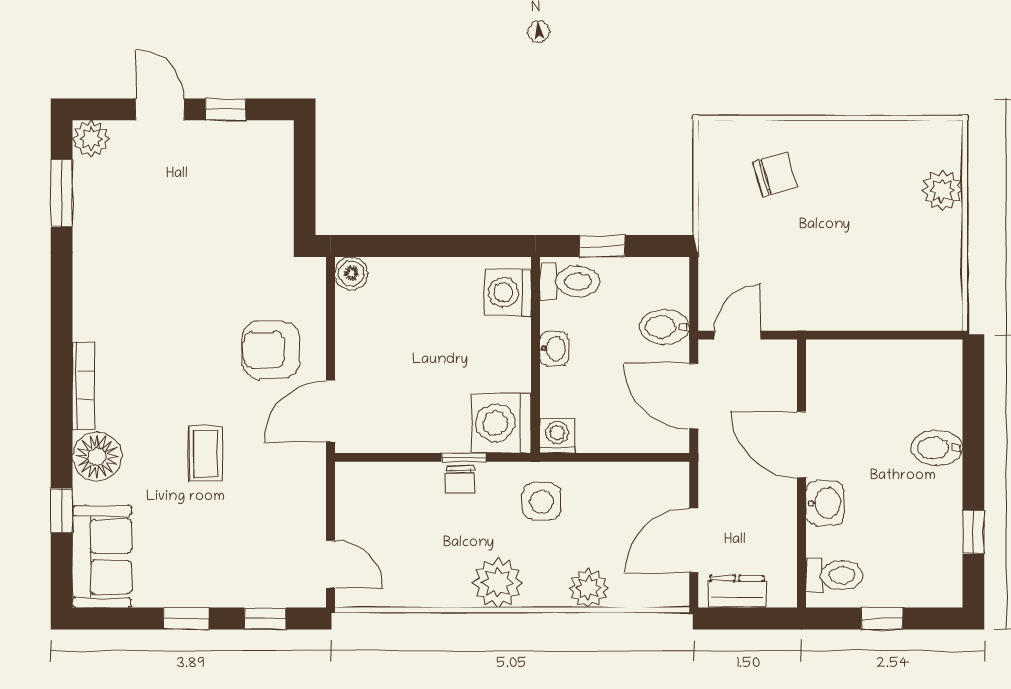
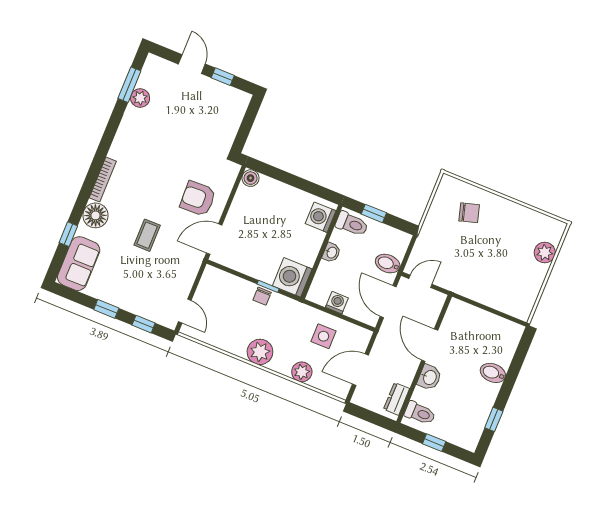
plant: (91, 139) -> (140, 98), moved
washing machine: (557, 436) -> (337, 303), moved
side table: (542, 501) -> (324, 336), moved
dresser: (737, 592) -> (396, 399), moved, turned -90

